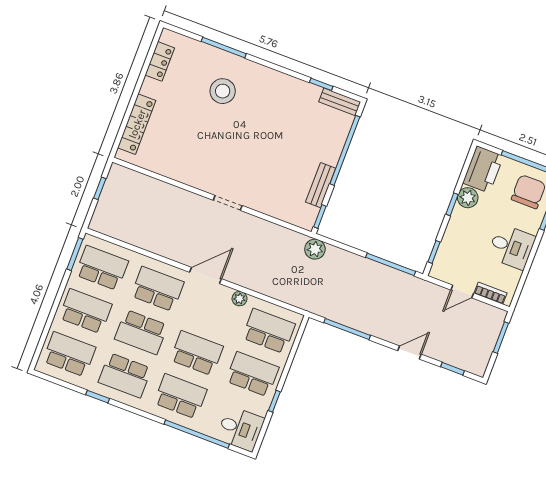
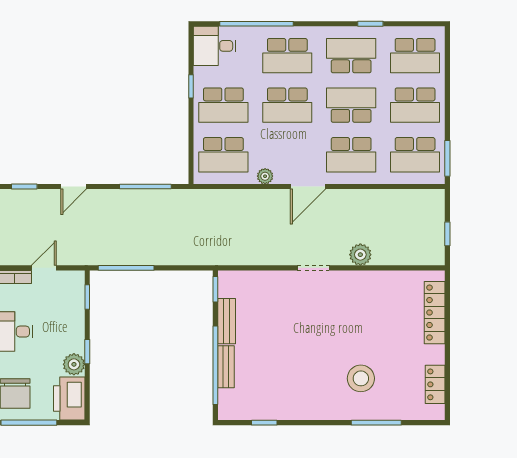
bench: (340, 102) -> (226, 367), moved, turned 90
plant: (315, 249) -> (360, 255), moved

